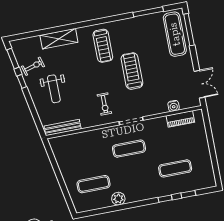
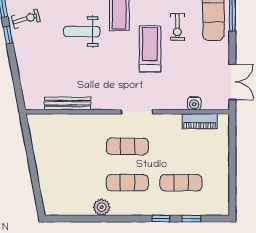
weight bench: (54, 89) -> (82, 31), moved, turned 90
exercise bike: (104, 104) -> (177, 27), moved
bench: (63, 128) -> (67, 103), moved
exercise mat: (94, 184) -> (127, 183), moved

